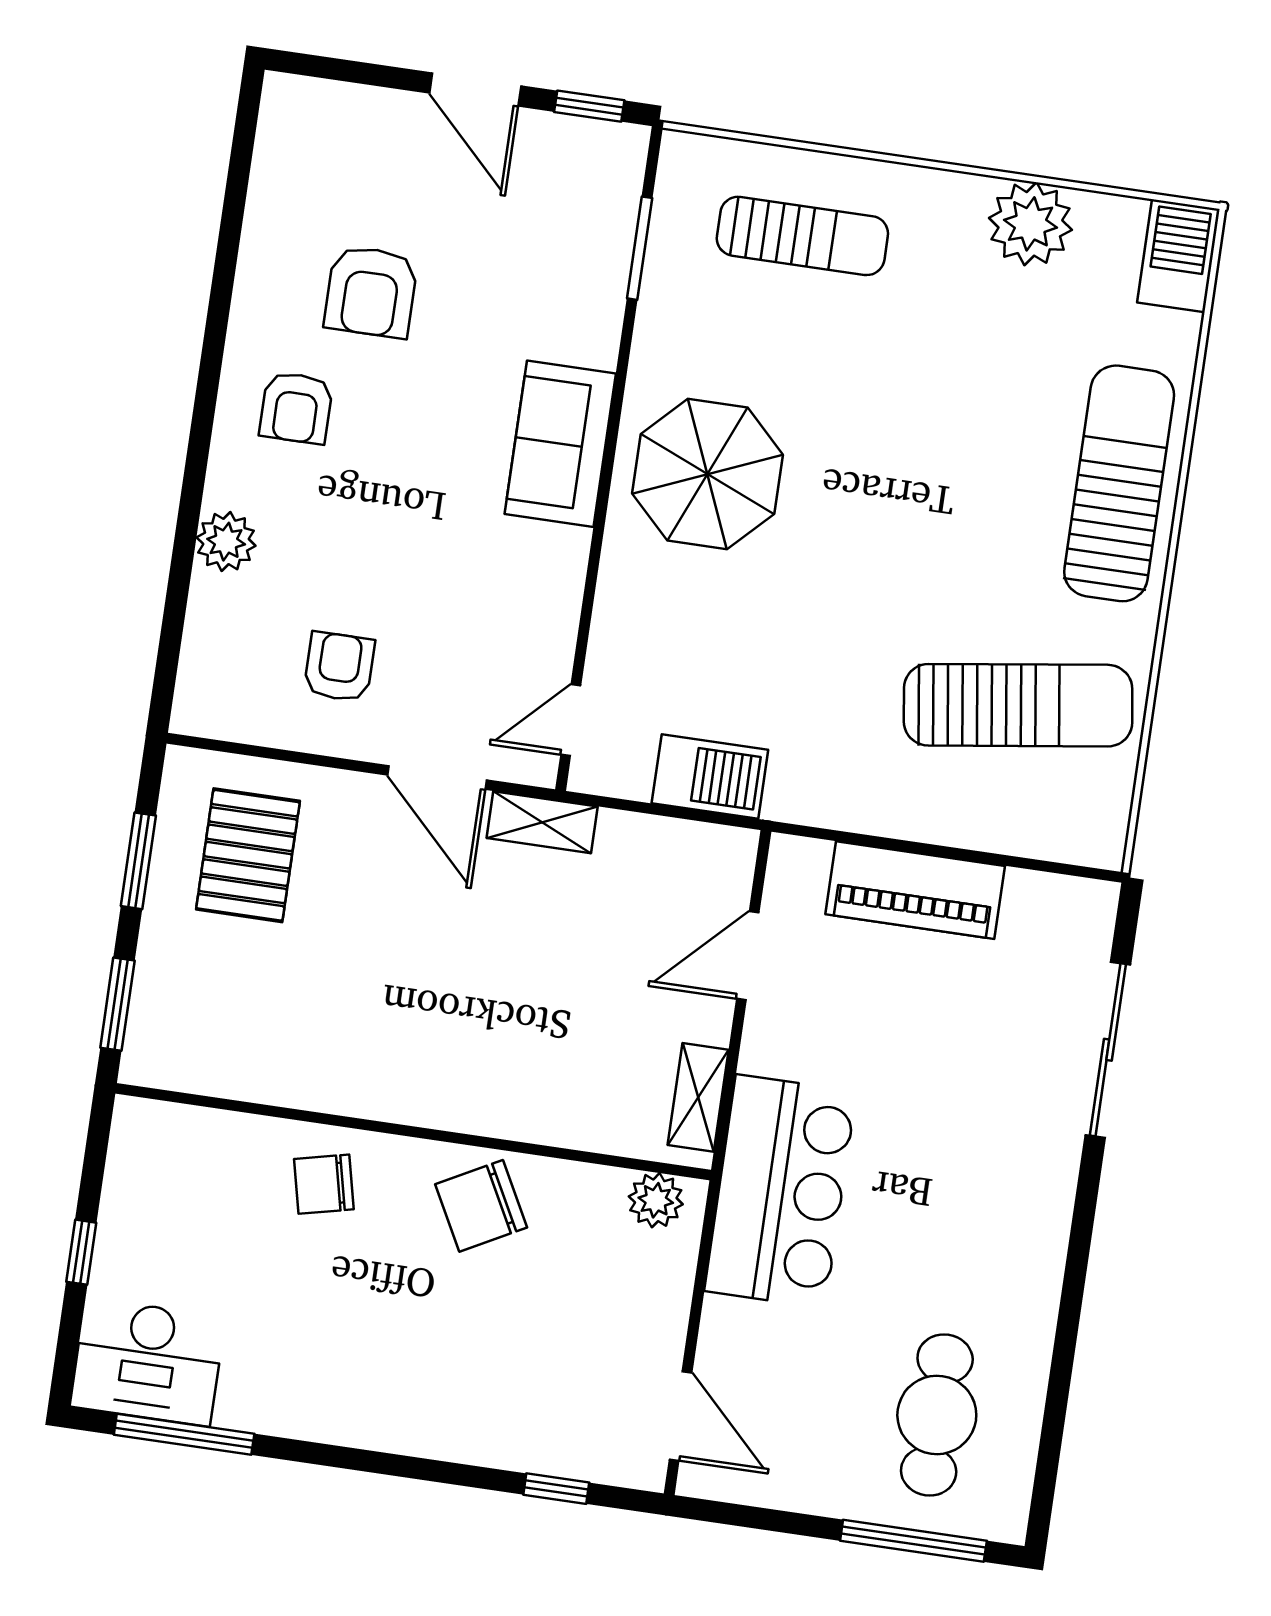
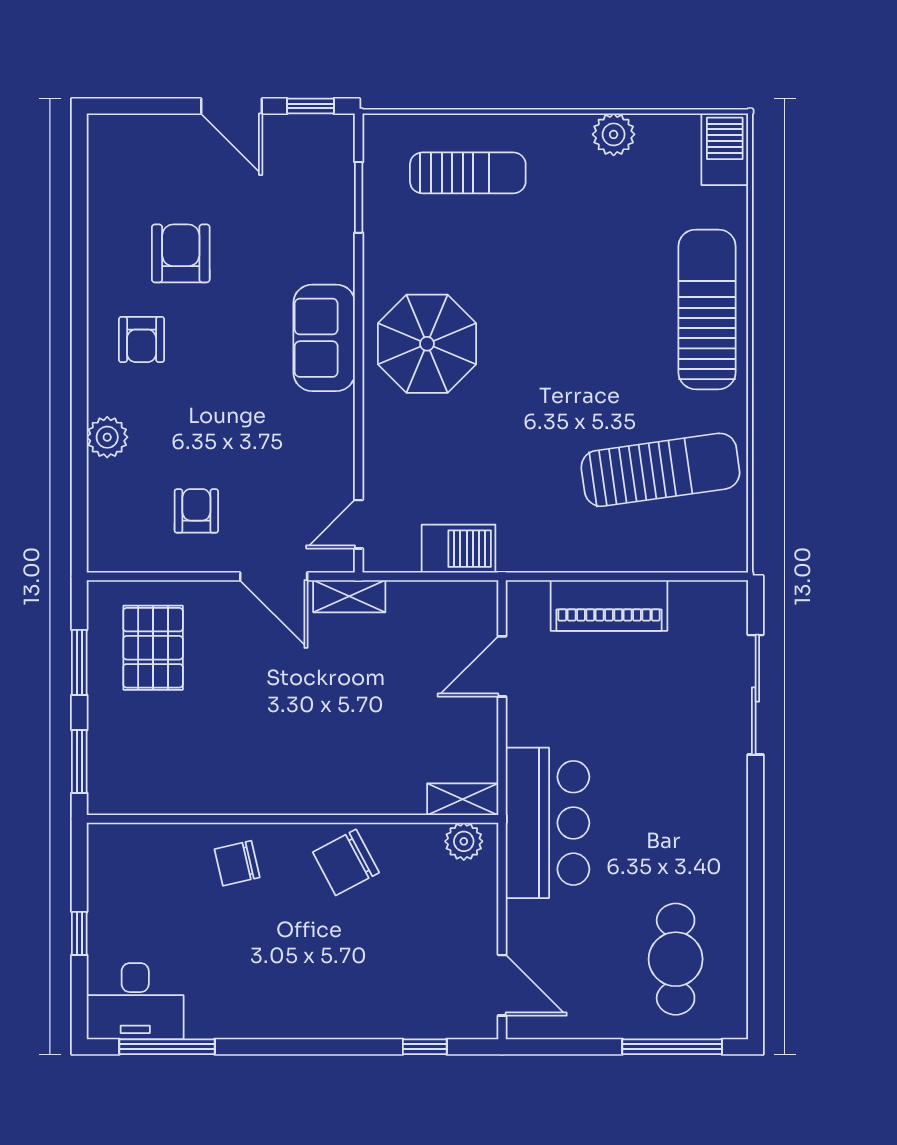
plant: (1030, 224) -> (614, 134), width x0.73, depth x0.73
armchair: (371, 292) -> (181, 253), turned 180
shelving: (698, 1097) -> (462, 799), moved, turned 90

